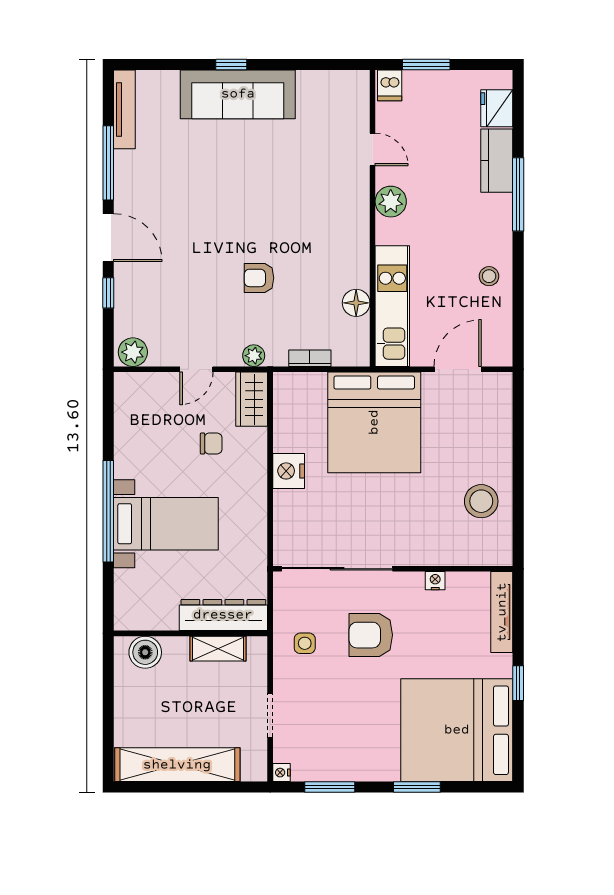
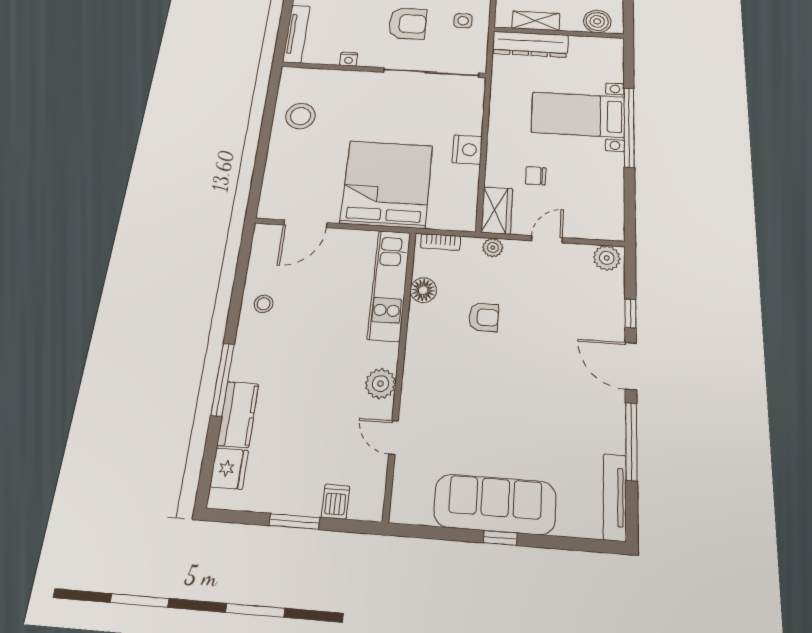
door: (373, 149) -> (393, 438), moved
plant: (391, 202) -> (380, 384), moved
wall: (373, 218) -> (400, 368), moved
floor lamp: (356, 303) -> (423, 290), moved
kitchen unit: (392, 306) -> (389, 285), moved

